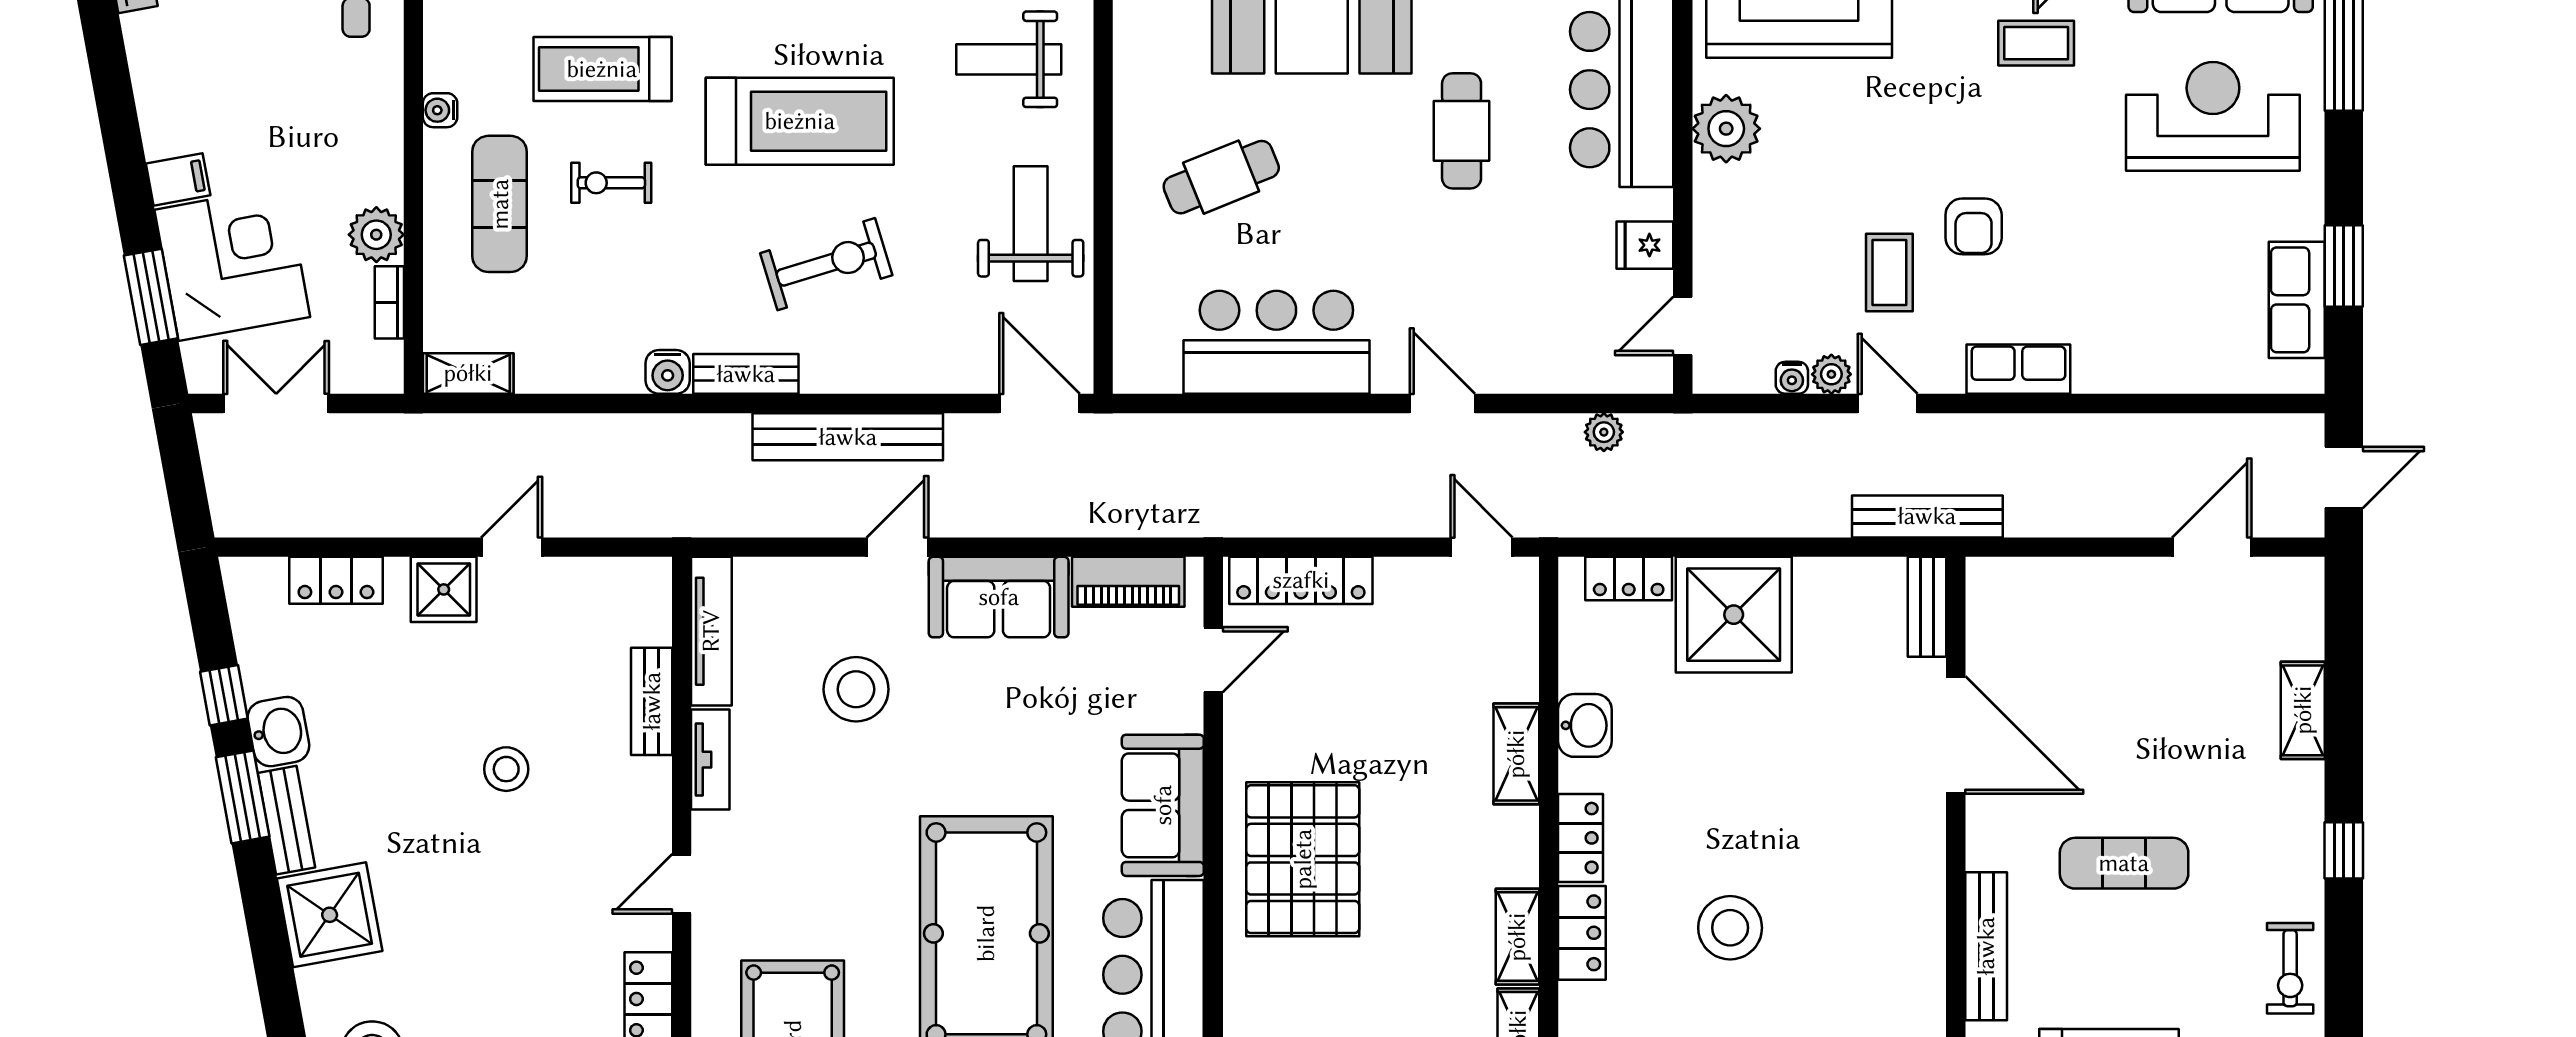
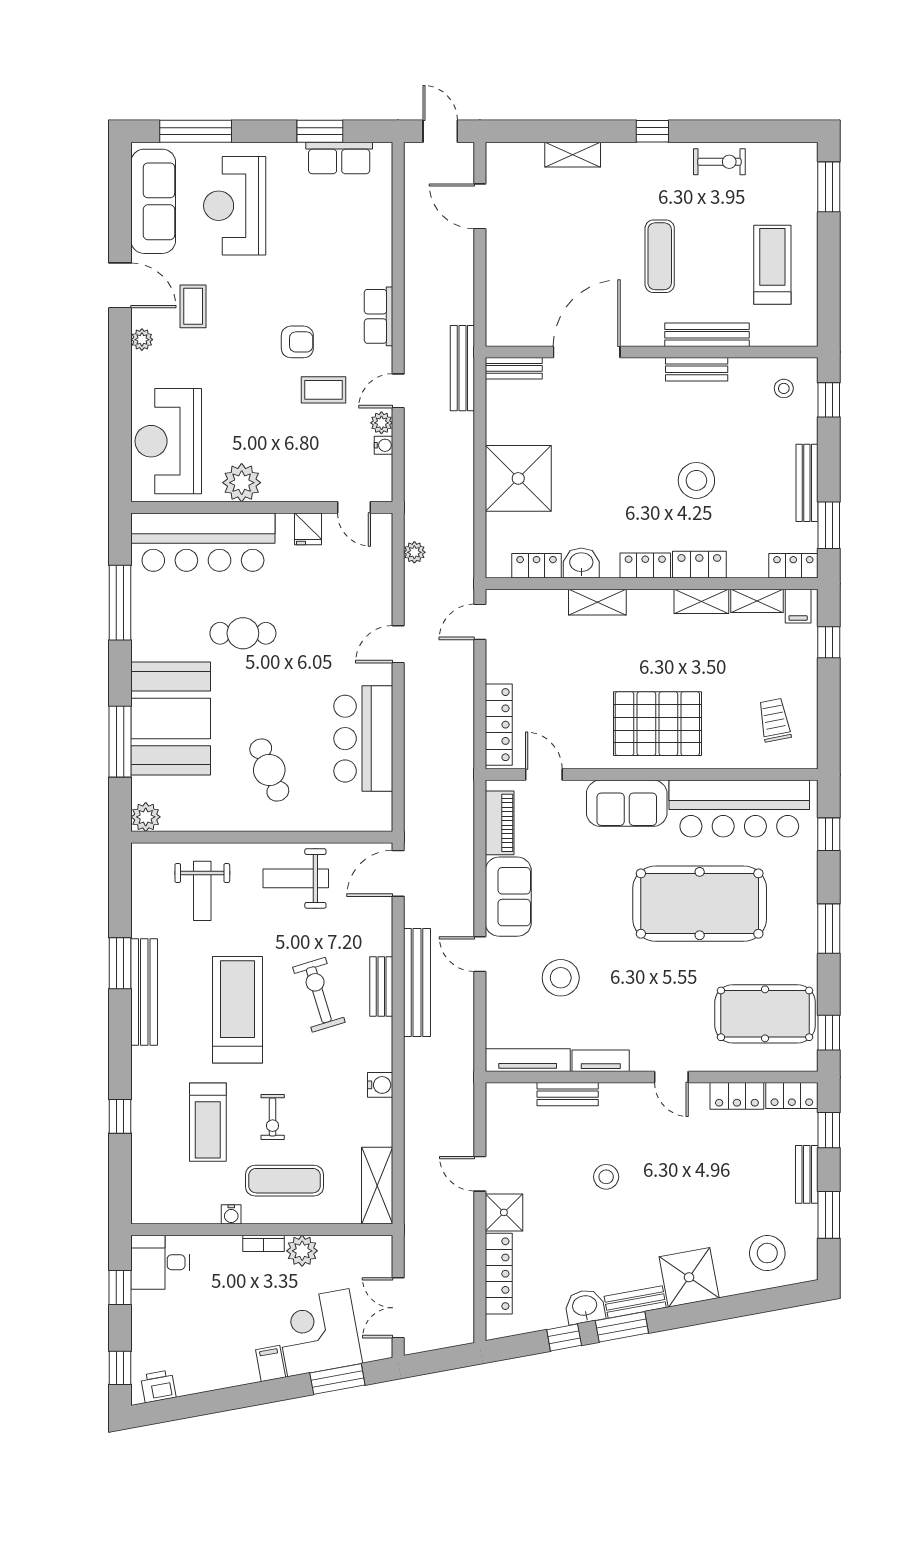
bookcase: (389, 302) -> (264, 1243), moved
shelving: (468, 373) -> (377, 1186), width x1.50, depth x1.33
bench: (746, 374) -> (381, 986), moved
locker: (1629, 579) -> (537, 566), moved, turned -90
locker: (336, 580) -> (499, 1274), width x1.53
bench: (1925, 928) -> (697, 369), added

